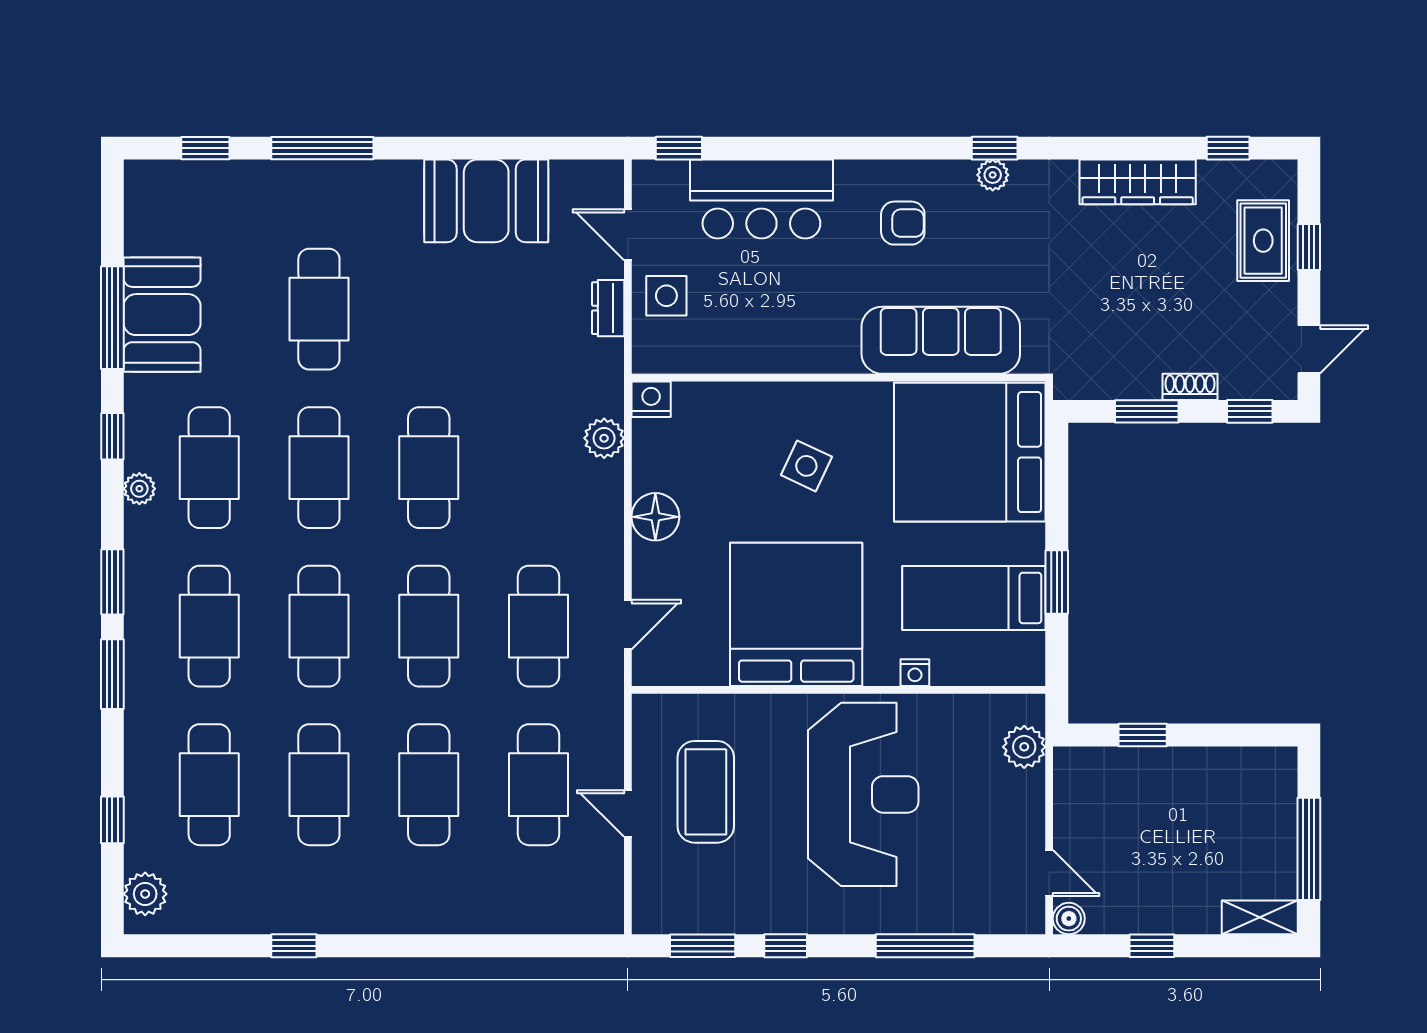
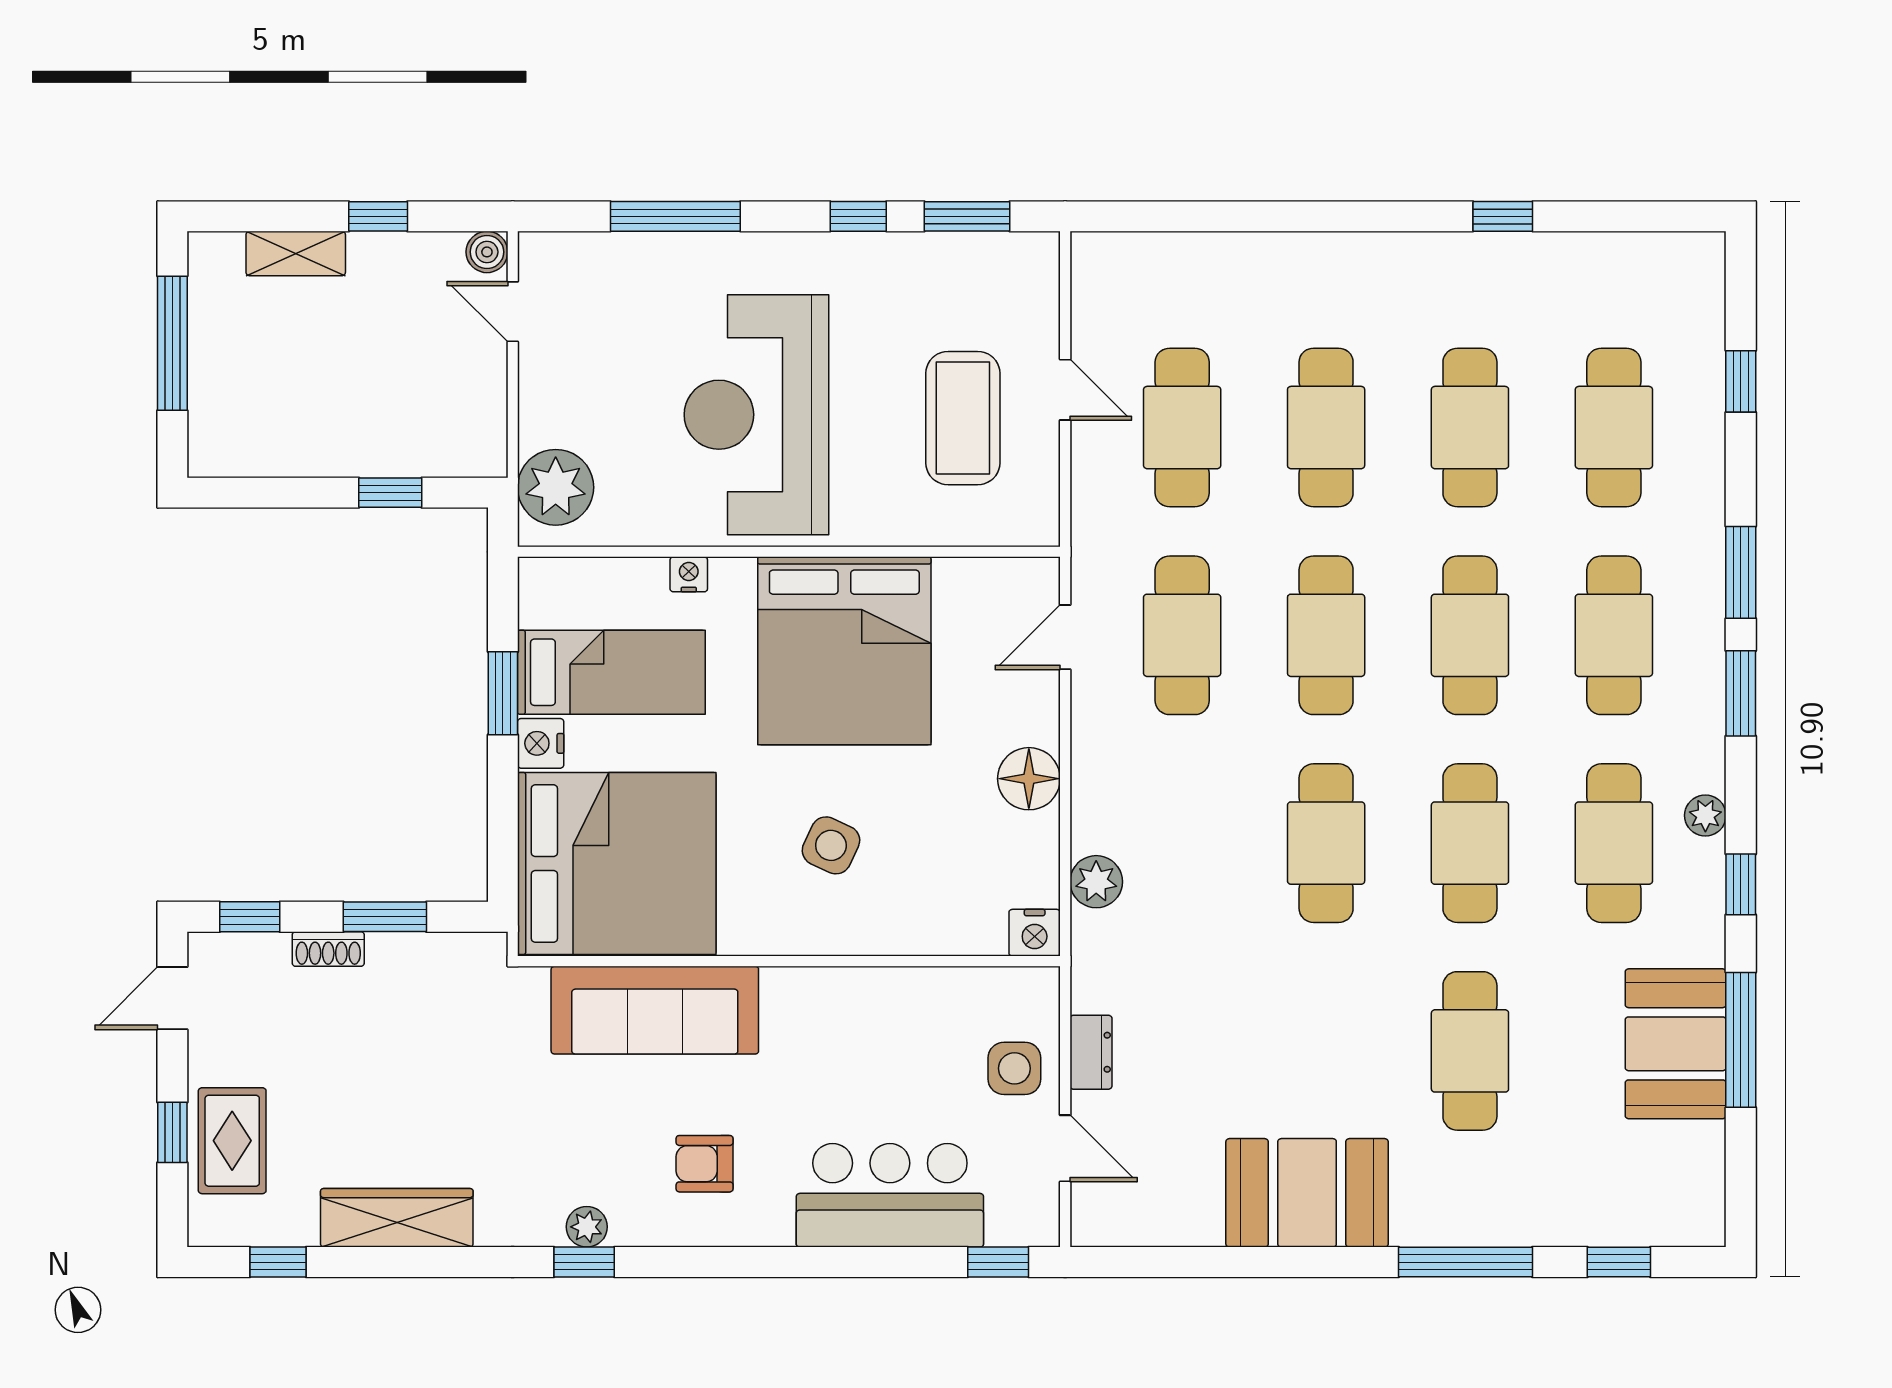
booth: (486, 201) -> (1307, 1193), moved
nightstand: (1028, 544) -> (541, 743), added
plant: (1024, 747) -> (556, 487), width x1.36, depth x1.36
plant: (145, 894) -> (1698, 284), removed
shelving: (1260, 917) -> (296, 254), moved

